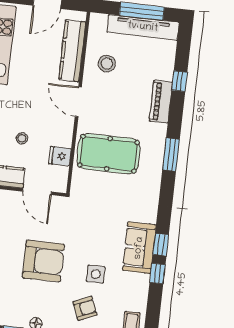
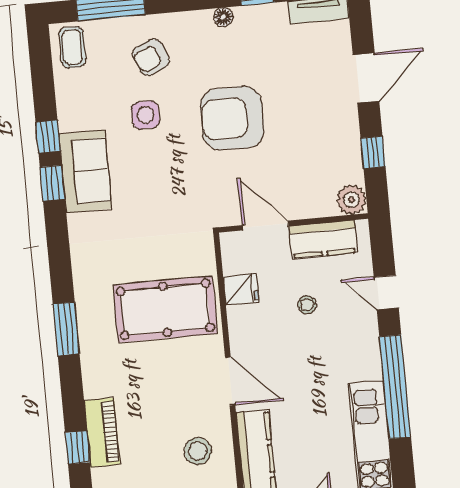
piano: (161, 102) -> (102, 432), moved

